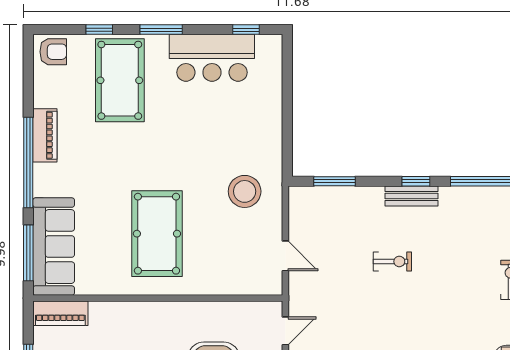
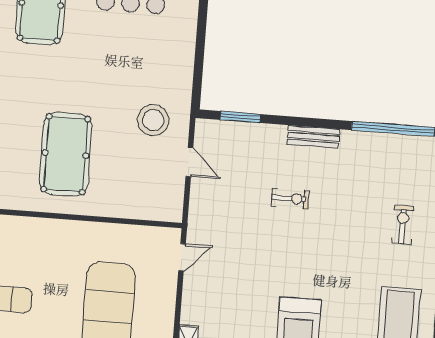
window: (416, 181) -> (319, 123), removed
door: (285, 256) -> (189, 162), moved

